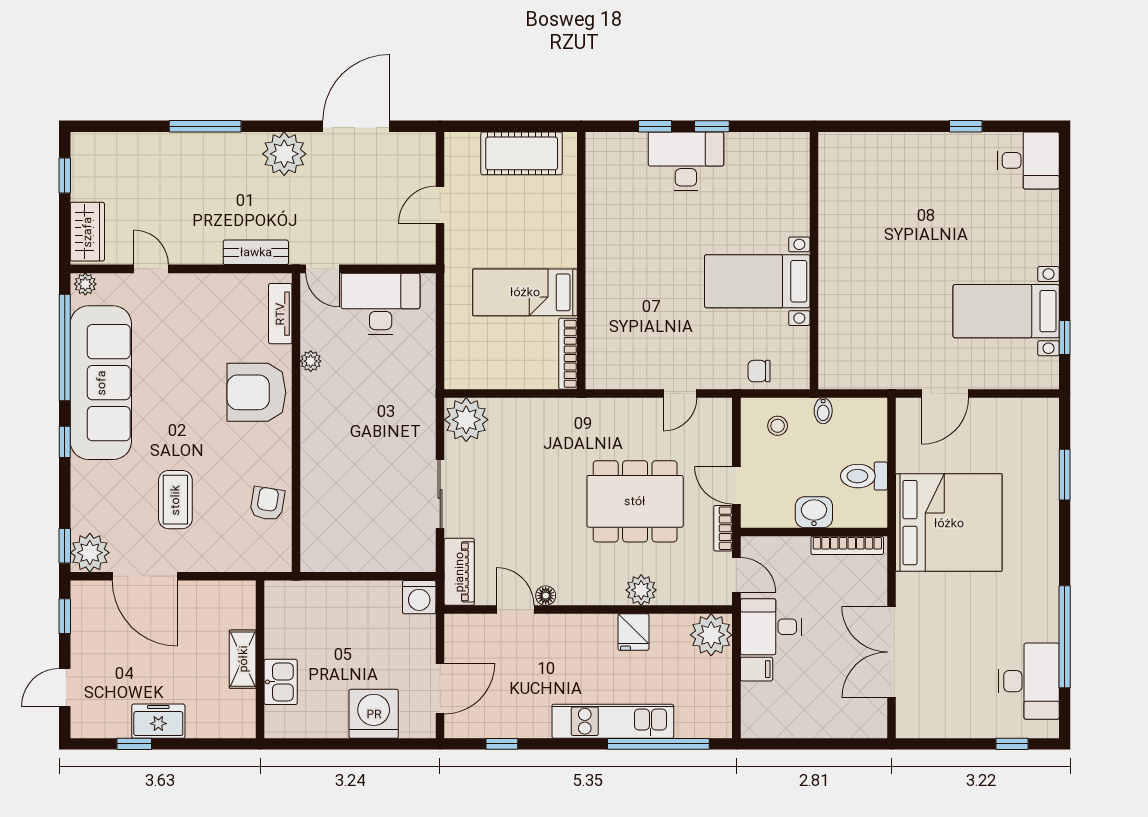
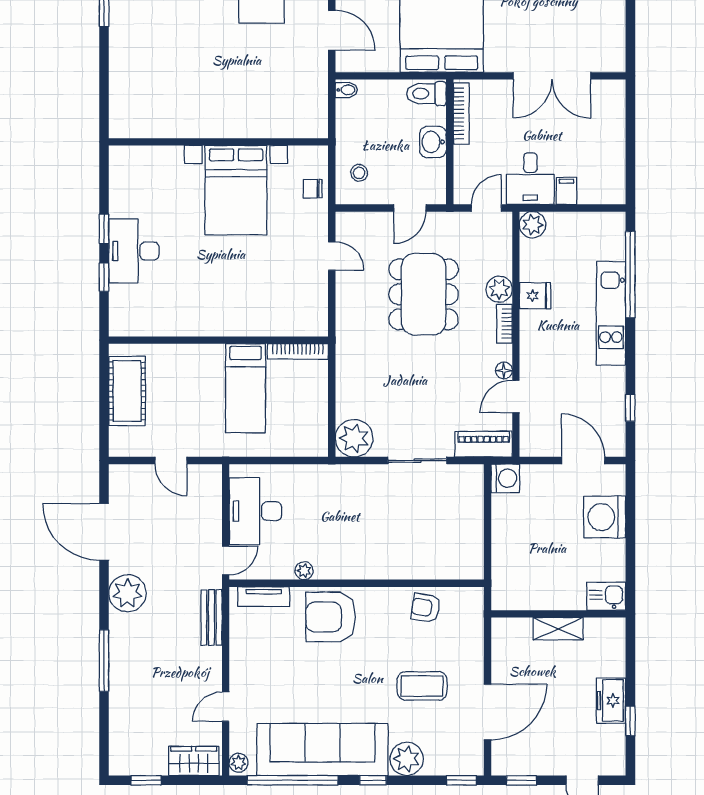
bed with nightstands: (757, 281) -> (236, 190), width x1.36
chair: (759, 371) -> (313, 189), turned 90
armchair: (256, 392) -> (331, 617), turned 90
bidet: (823, 411) -> (346, 90), moved
toilet: (864, 476) -> (426, 94), moved, turned 90
bookcase: (723, 528) -> (504, 324), moved, turned 90
plant: (90, 553) -> (407, 759), moved
plant: (711, 635) -> (533, 225), width x0.73, depth x0.73
kitchen sink: (281, 682) -> (606, 596), moved

